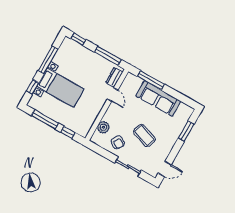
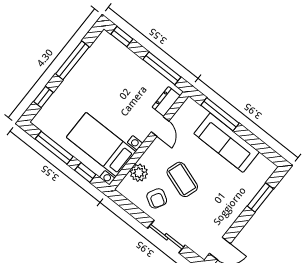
bed with nightstands: (60, 88) -> (101, 144), moved, turned 180
coffee table: (144, 136) -> (182, 179), moved

